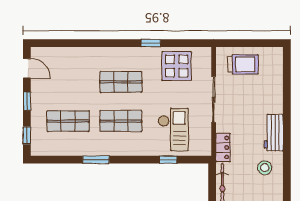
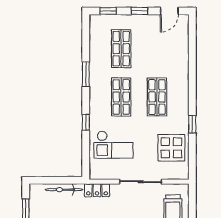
window: (168, 160) -> (86, 122), moved

